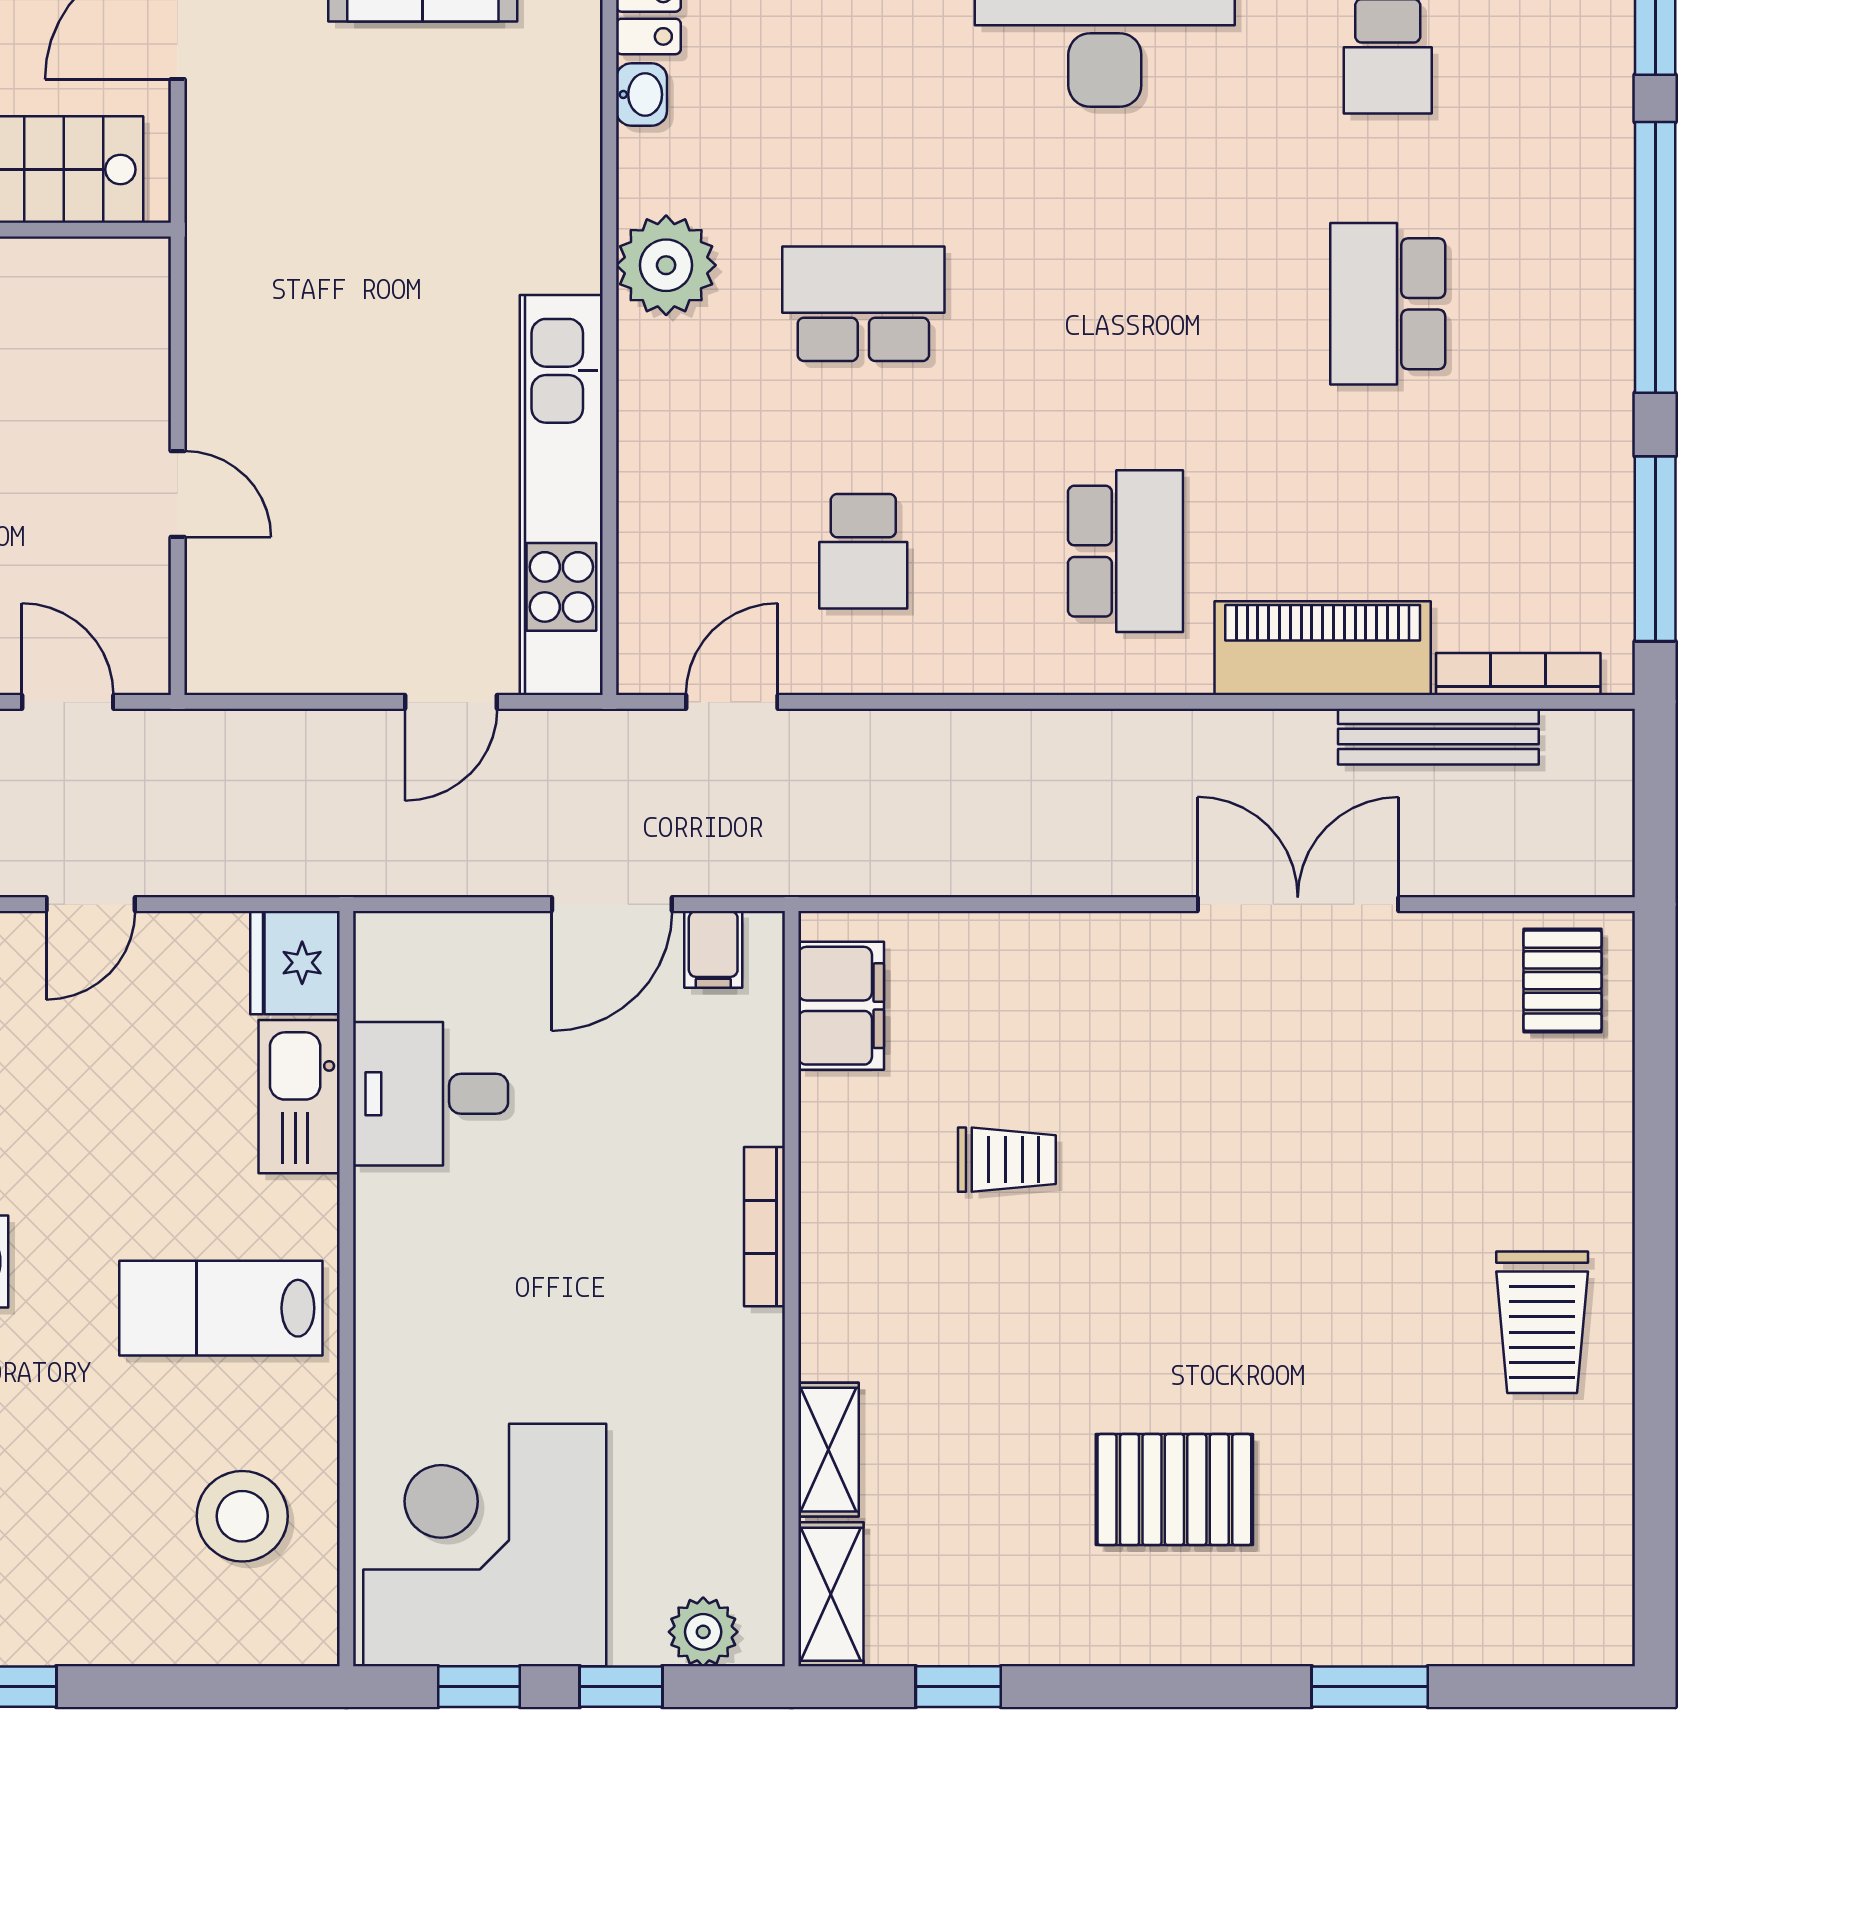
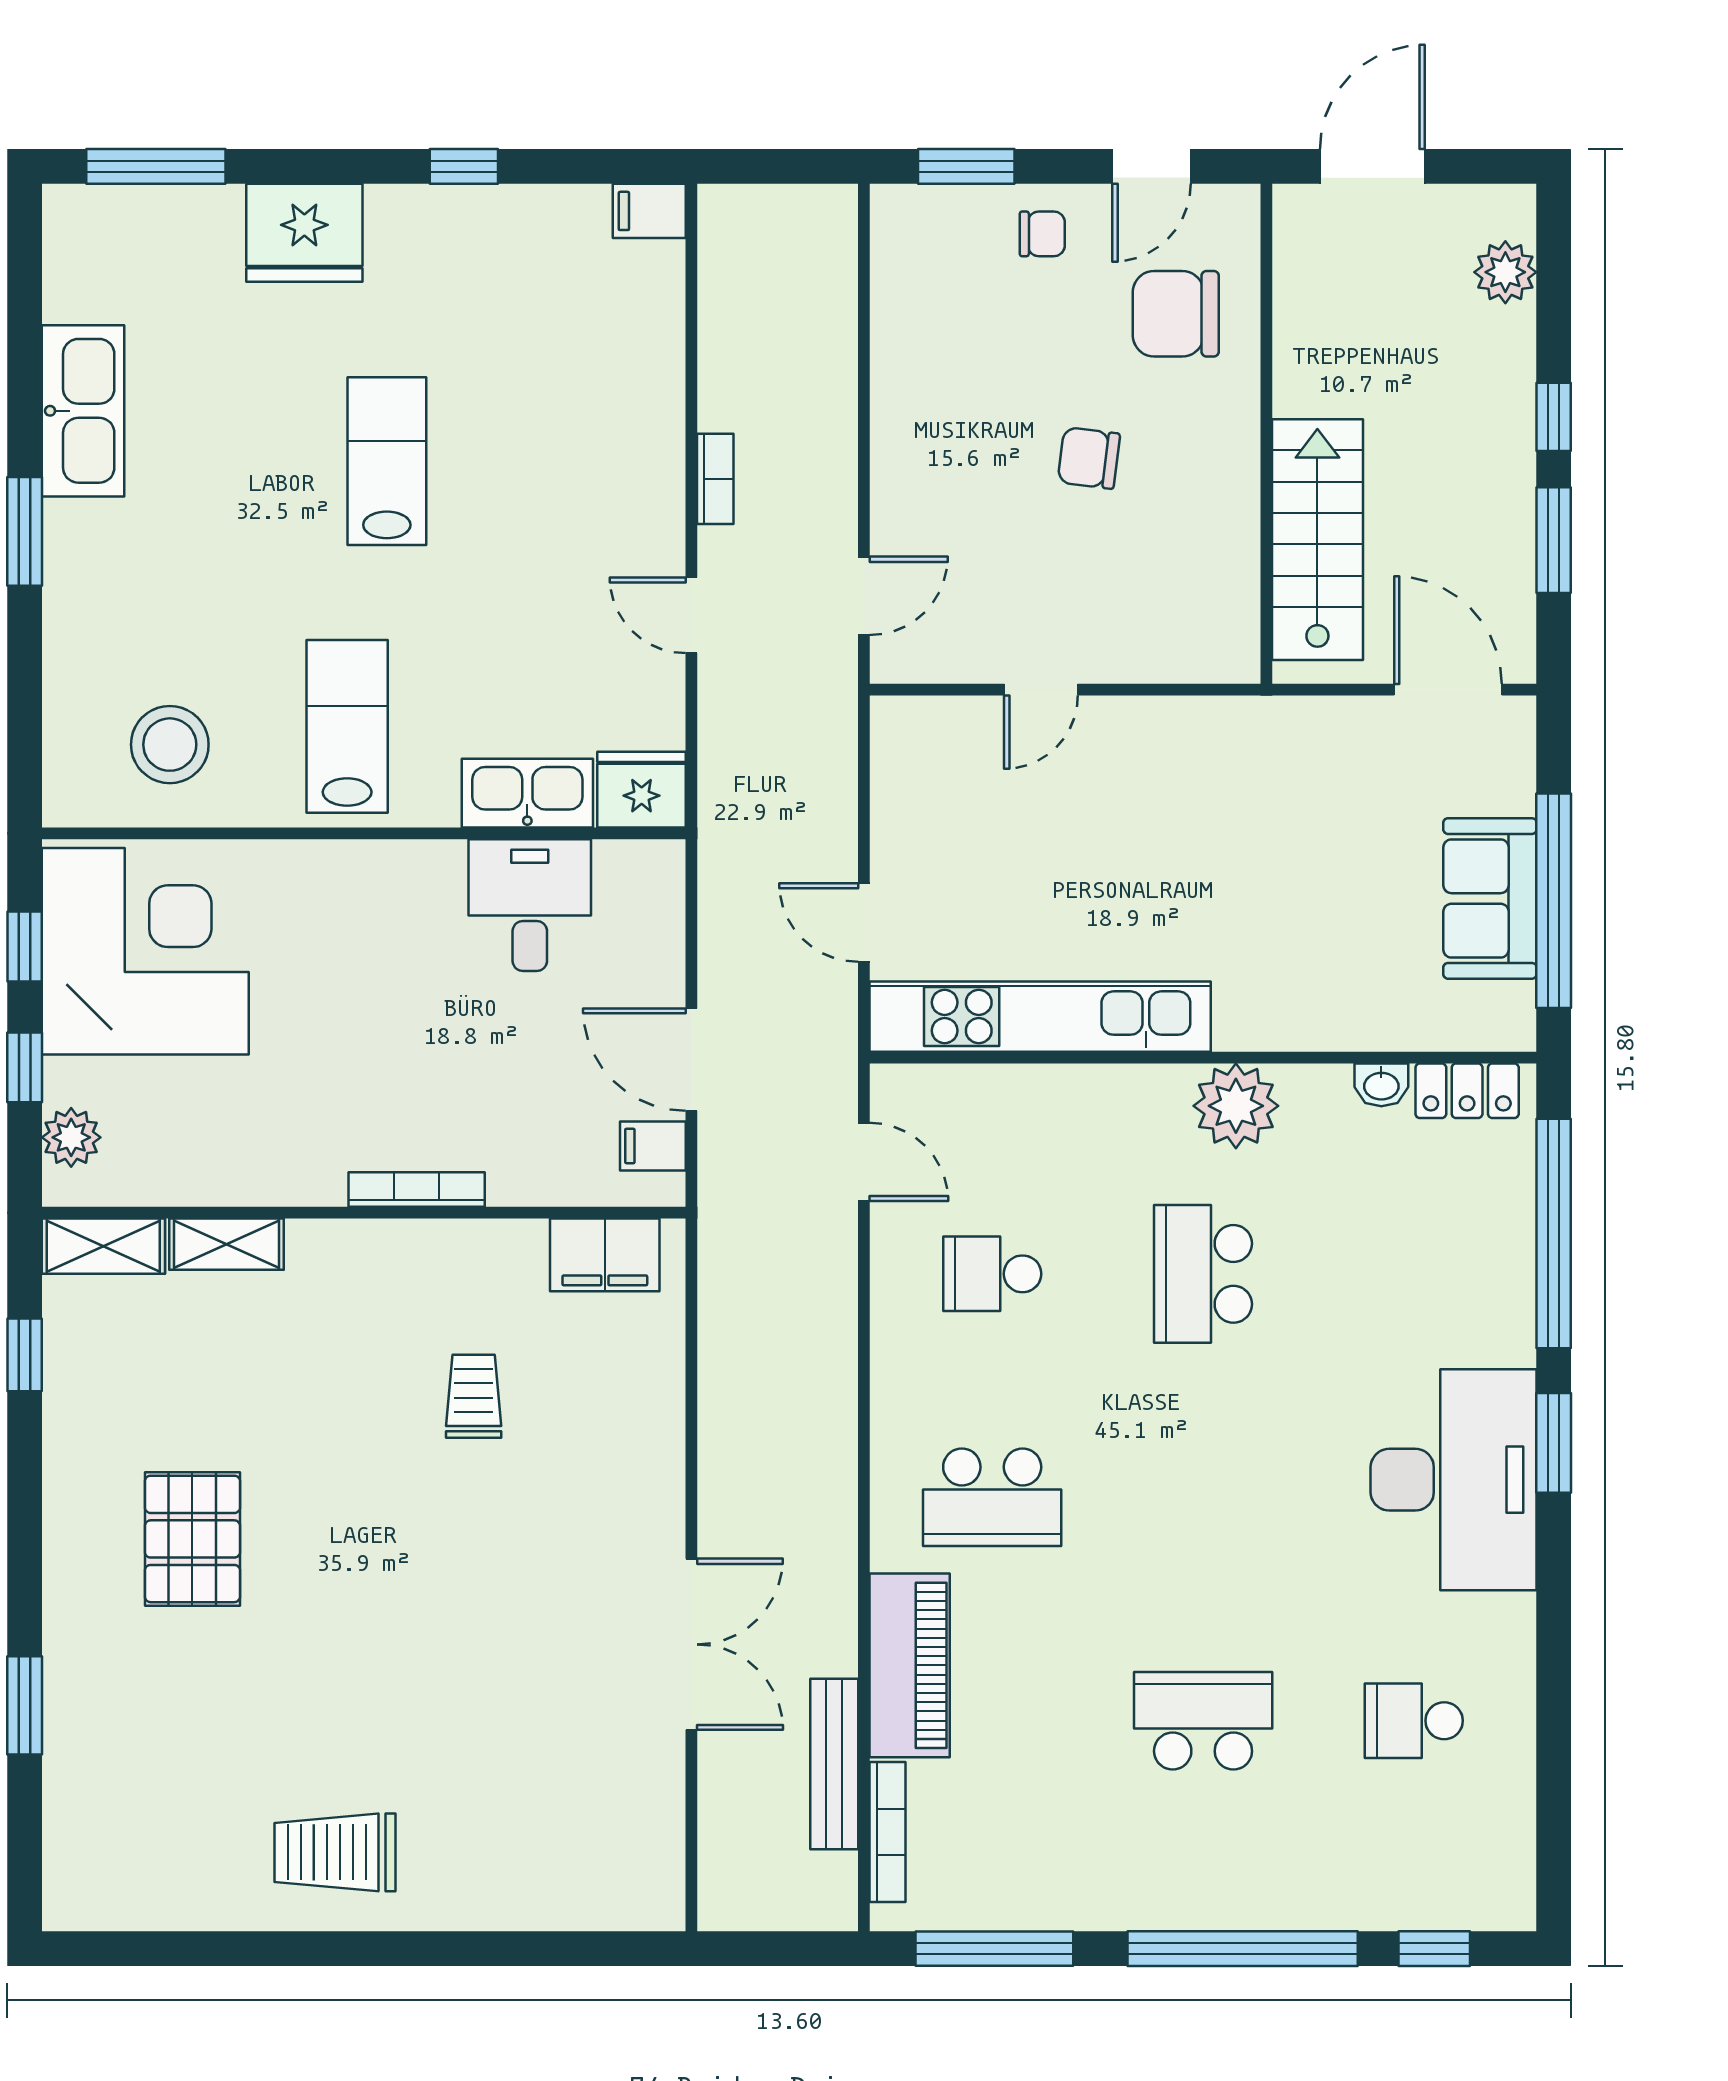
school desk: (863, 304) -> (1203, 1274), turned 180
pallet: (1562, 981) -> (626, 1870), removed
trolley: (1007, 1160) -> (474, 1396), turned 180

